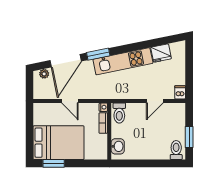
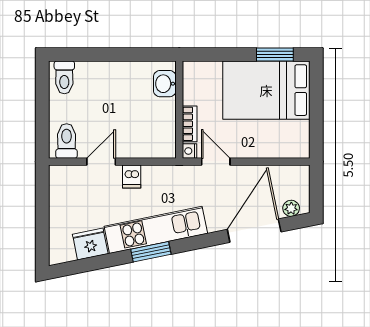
window: (98, 54) -> (151, 252), moved
dishwasher: (180, 92) -> (132, 176), moved
door: (70, 101) -> (216, 162), moved
toilet: (119, 113) -> (67, 141), moved
window: (189, 137) -> (42, 100), removed

